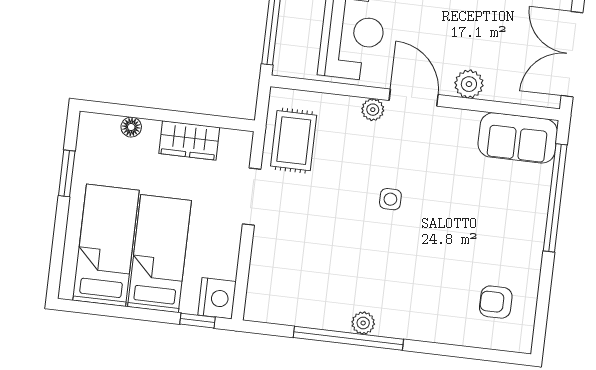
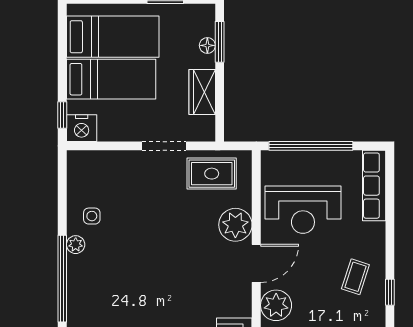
plant: (469, 84) -> (276, 305), width x1.36, depth x1.36
plant: (373, 110) -> (235, 225), width x1.88, depth x1.88
window: (128, 111) -> (220, 42), added
side table: (390, 199) -> (92, 216), moved
window: (348, 338) -> (62, 279), moved

